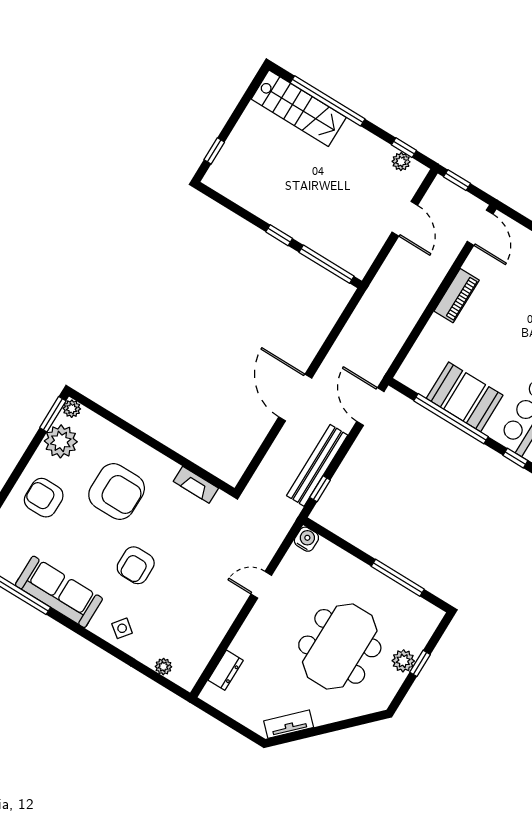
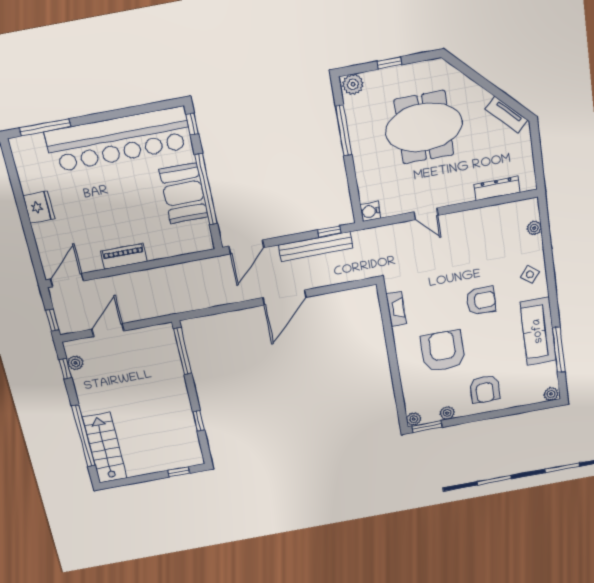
window: (279, 235) -> (199, 421), moved
plant: (61, 441) -> (447, 413), width x0.53, depth x0.53
plant: (403, 661) -> (353, 84), moved
dresser: (226, 670) -> (497, 188), width x1.44

